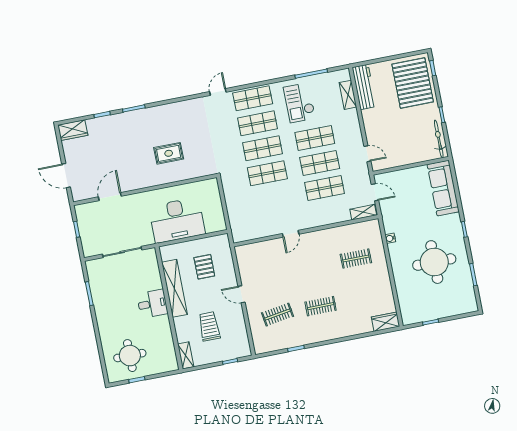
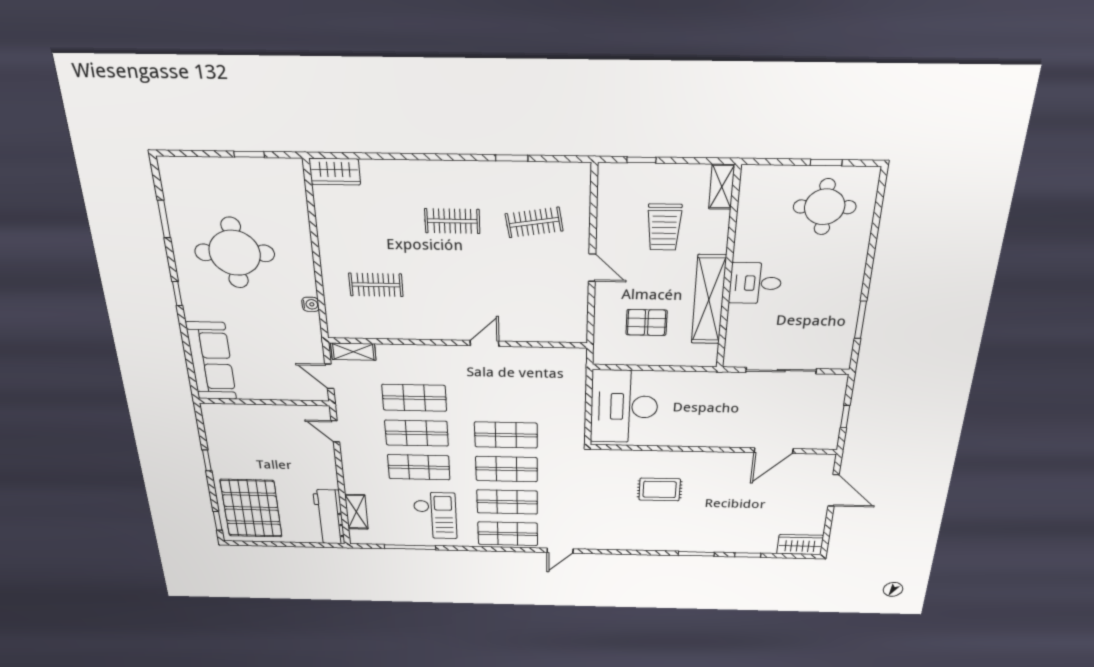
bicycle: (439, 139) -> (214, 430), removed
desk: (177, 220) -> (624, 407), moved, turned -90
pallet: (204, 267) -> (647, 322), turned 90

